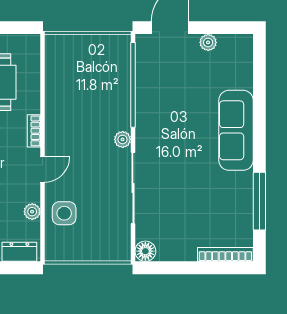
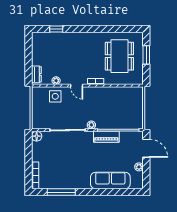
piano: (147, 109) -> (106, 137), added
sofa: (236, 130) -> (110, 181), moved

